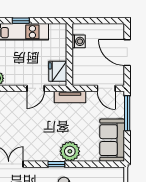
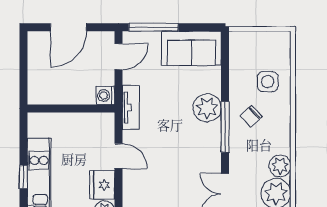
washing machine: (79, 41) -> (105, 96), moved, turned -90
fridge: (58, 71) -> (102, 185), moved, turned 90
window: (56, 164) -> (225, 127), width x2.17

